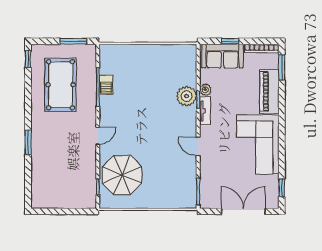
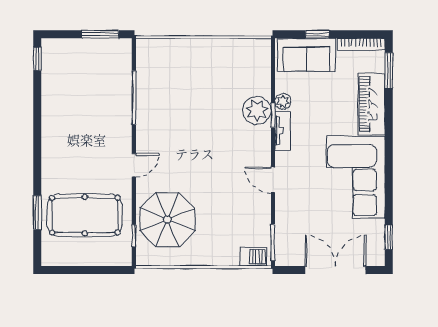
pool table: (61, 85) -> (85, 215), moved, turned 90
barbecue: (106, 85) -> (254, 257), moved, turned -90
window: (28, 142) -> (37, 212), moved

